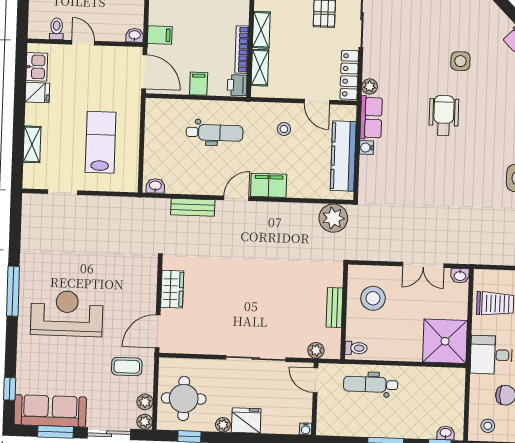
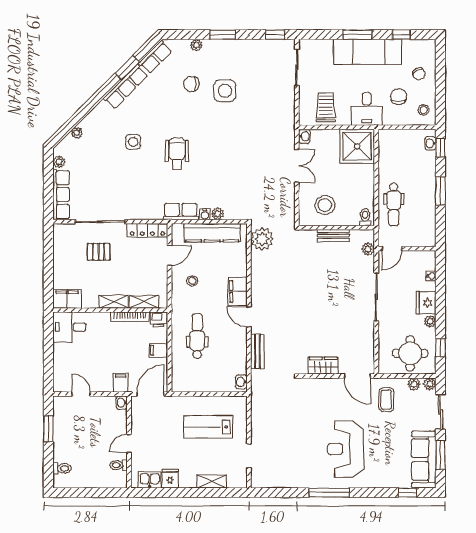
plant: (370, 86) -> (218, 214), moved
wheelchair: (444, 115) -> (177, 154), turned 90
water cooler: (306, 429) -> (431, 276), moved

